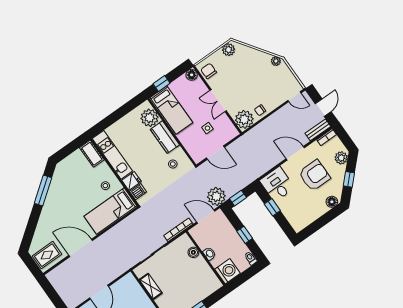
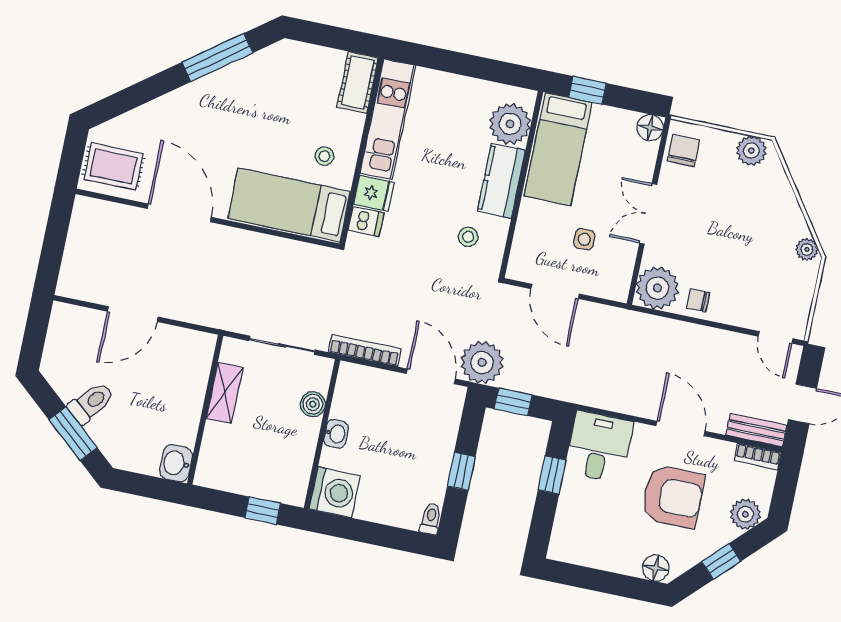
boiler: (193, 252) -> (313, 404), moved
washbasin: (209, 254) -> (336, 434), moved
wall: (205, 258) -> (322, 434), moved
washing machine: (227, 271) -> (335, 492), moved

